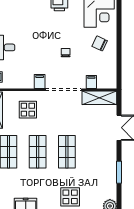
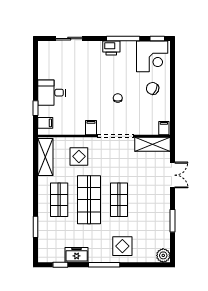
filing cabinet: (91, 82) -> (164, 128), moved
shop shelf: (38, 152) -> (89, 200), width x1.43, depth x1.36

